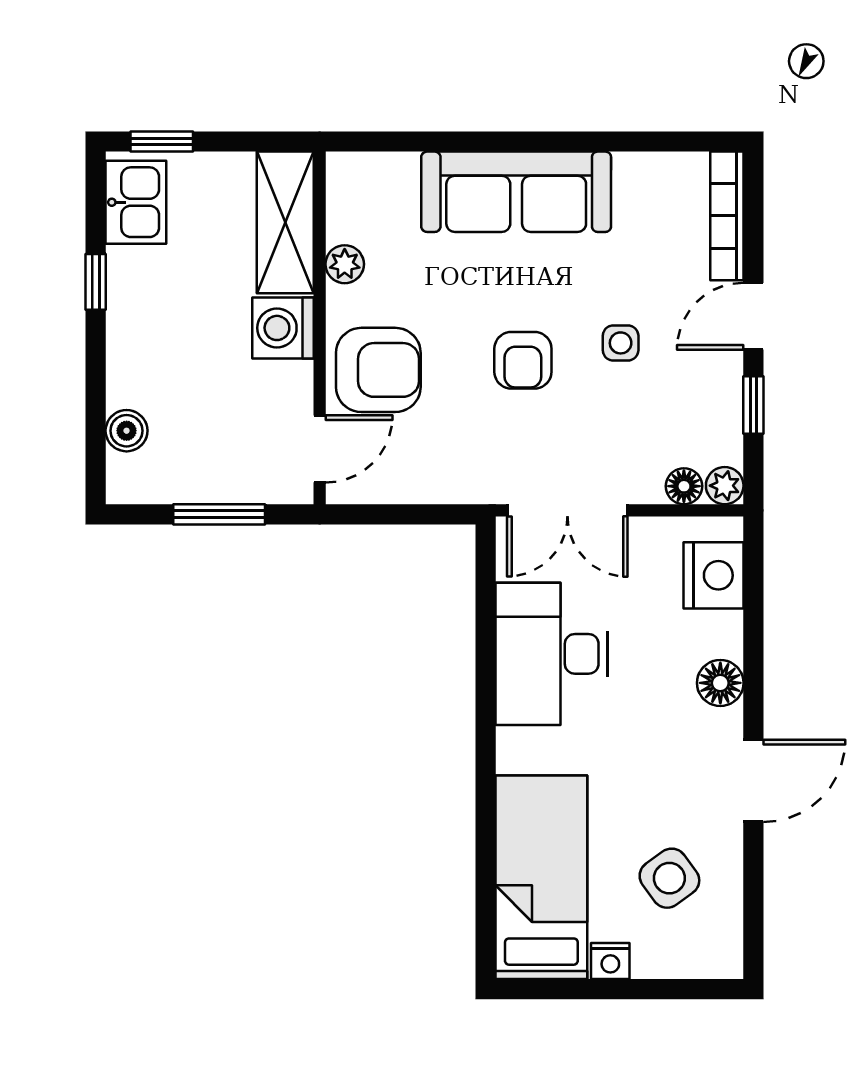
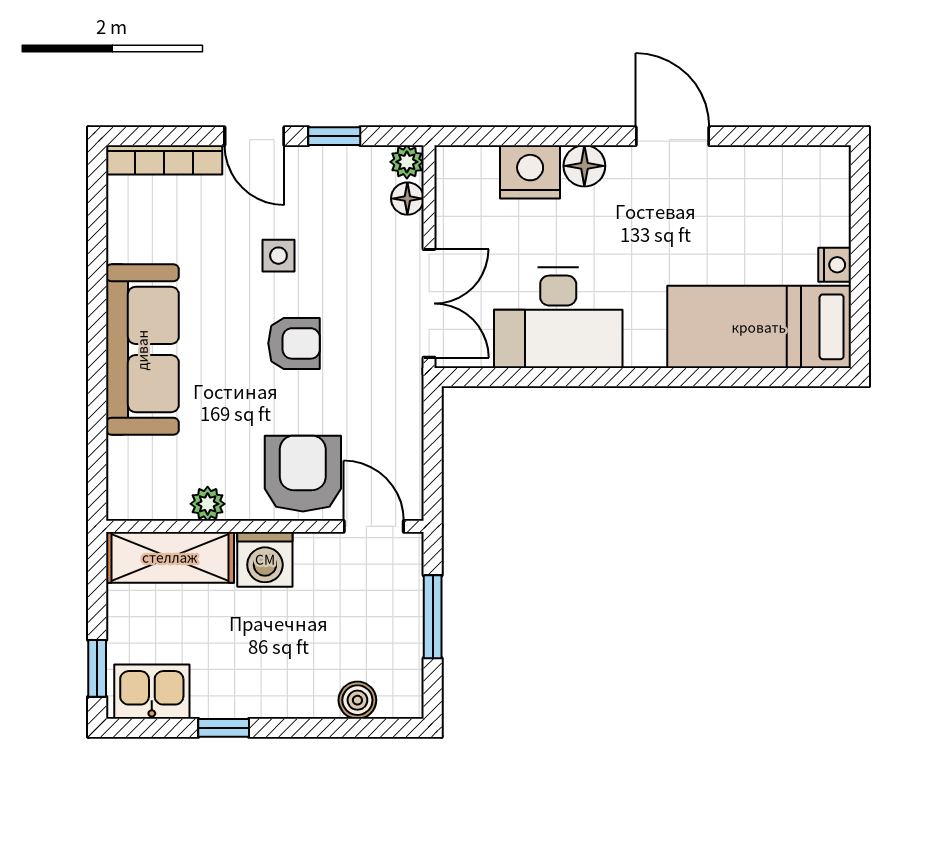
nightstand: (714, 575) -> (530, 172), moved
side table: (669, 878) -> (760, 212), removed

